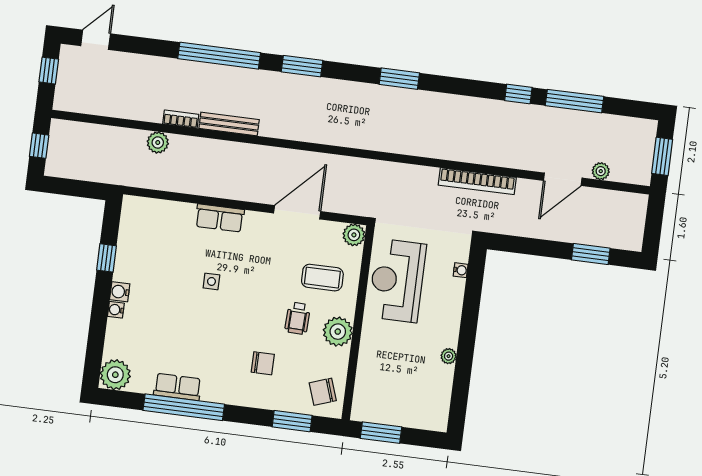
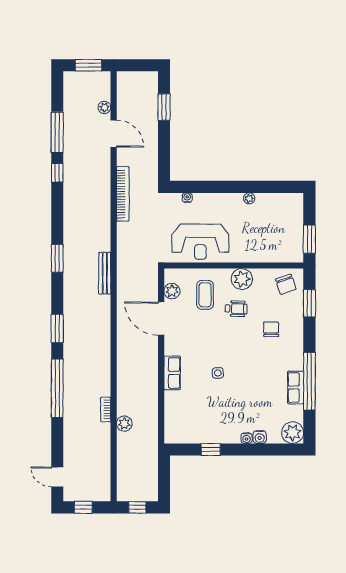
bench: (229, 124) -> (105, 273), moved
plant: (354, 235) -> (172, 291), moved
water cooler: (120, 292) -> (260, 437), moved

